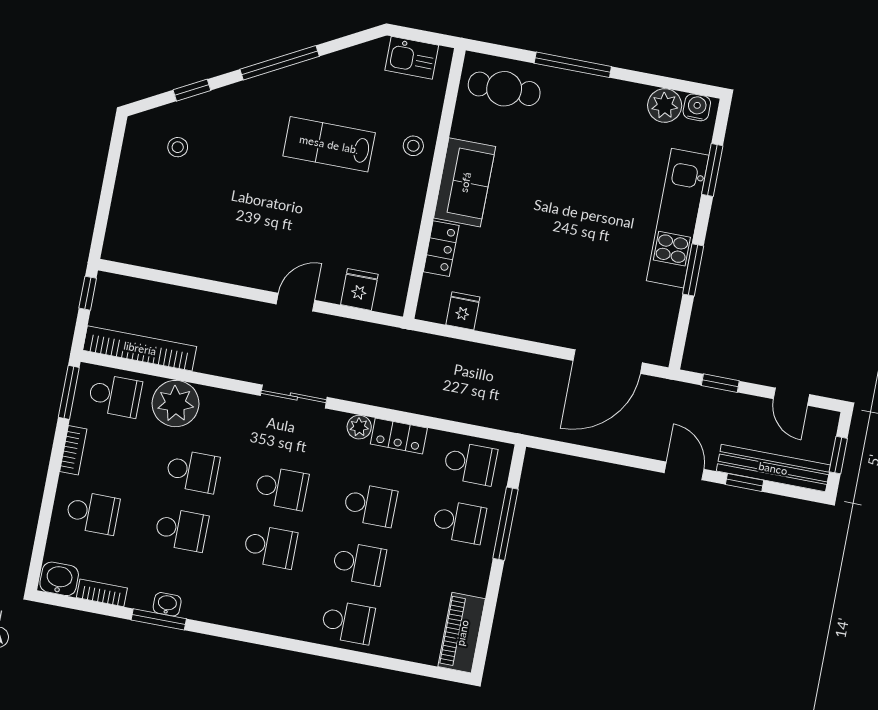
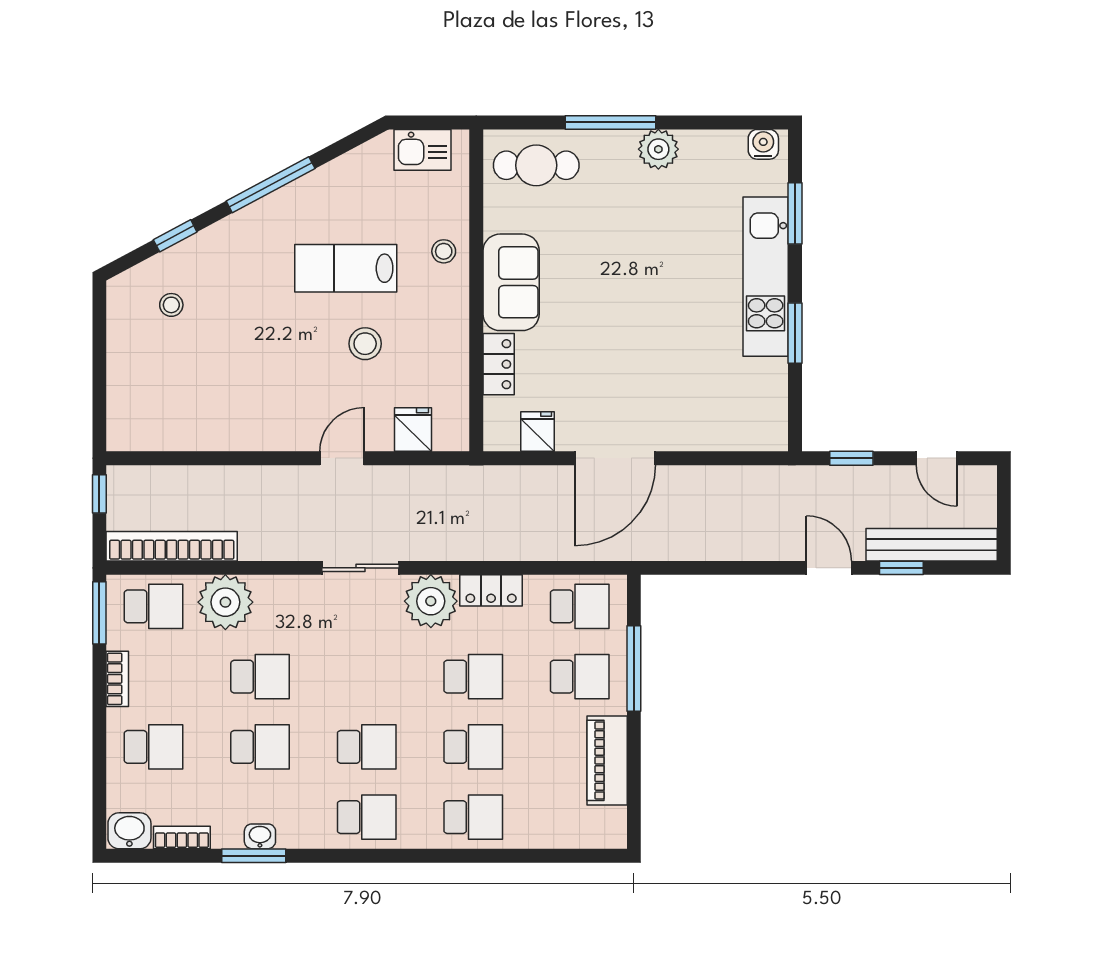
plant: (665, 105) -> (658, 149), moved
stool: (333, 210) -> (365, 344), added
door: (608, 362) -> (615, 458), moved
plant: (359, 427) -> (431, 601), width x1.87, depth x1.87
window: (838, 455) -> (1004, 515), removed
school desk: (281, 488) -> (367, 817), moved
piano: (462, 633) -> (607, 760), moved

